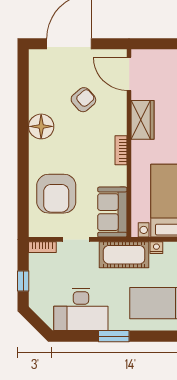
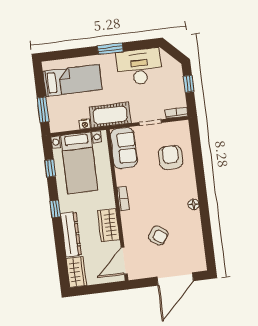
door: (129, 74) -> (124, 261), swing flipped
armchair: (83, 100) -> (158, 235), turned -104
floor lamp: (41, 126) -> (194, 204), width x0.53, depth x0.53
armchair: (56, 194) -> (171, 157), width x0.73, depth x0.73

